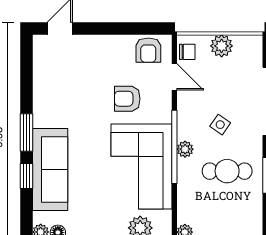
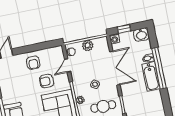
armchair: (148, 50) -> (33, 63), moved
door: (174, 77) -> (68, 65), swing flipped

